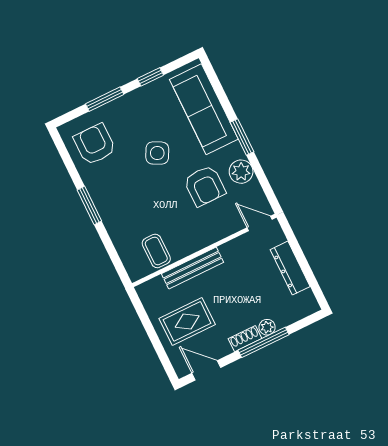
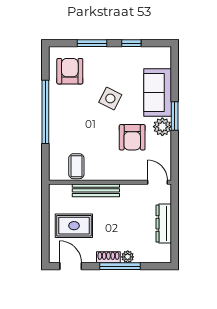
sofa: (204, 109) -> (158, 92), width x0.73
plant: (241, 172) -> (162, 127), moved
window: (89, 205) -> (45, 112), width x2.11

